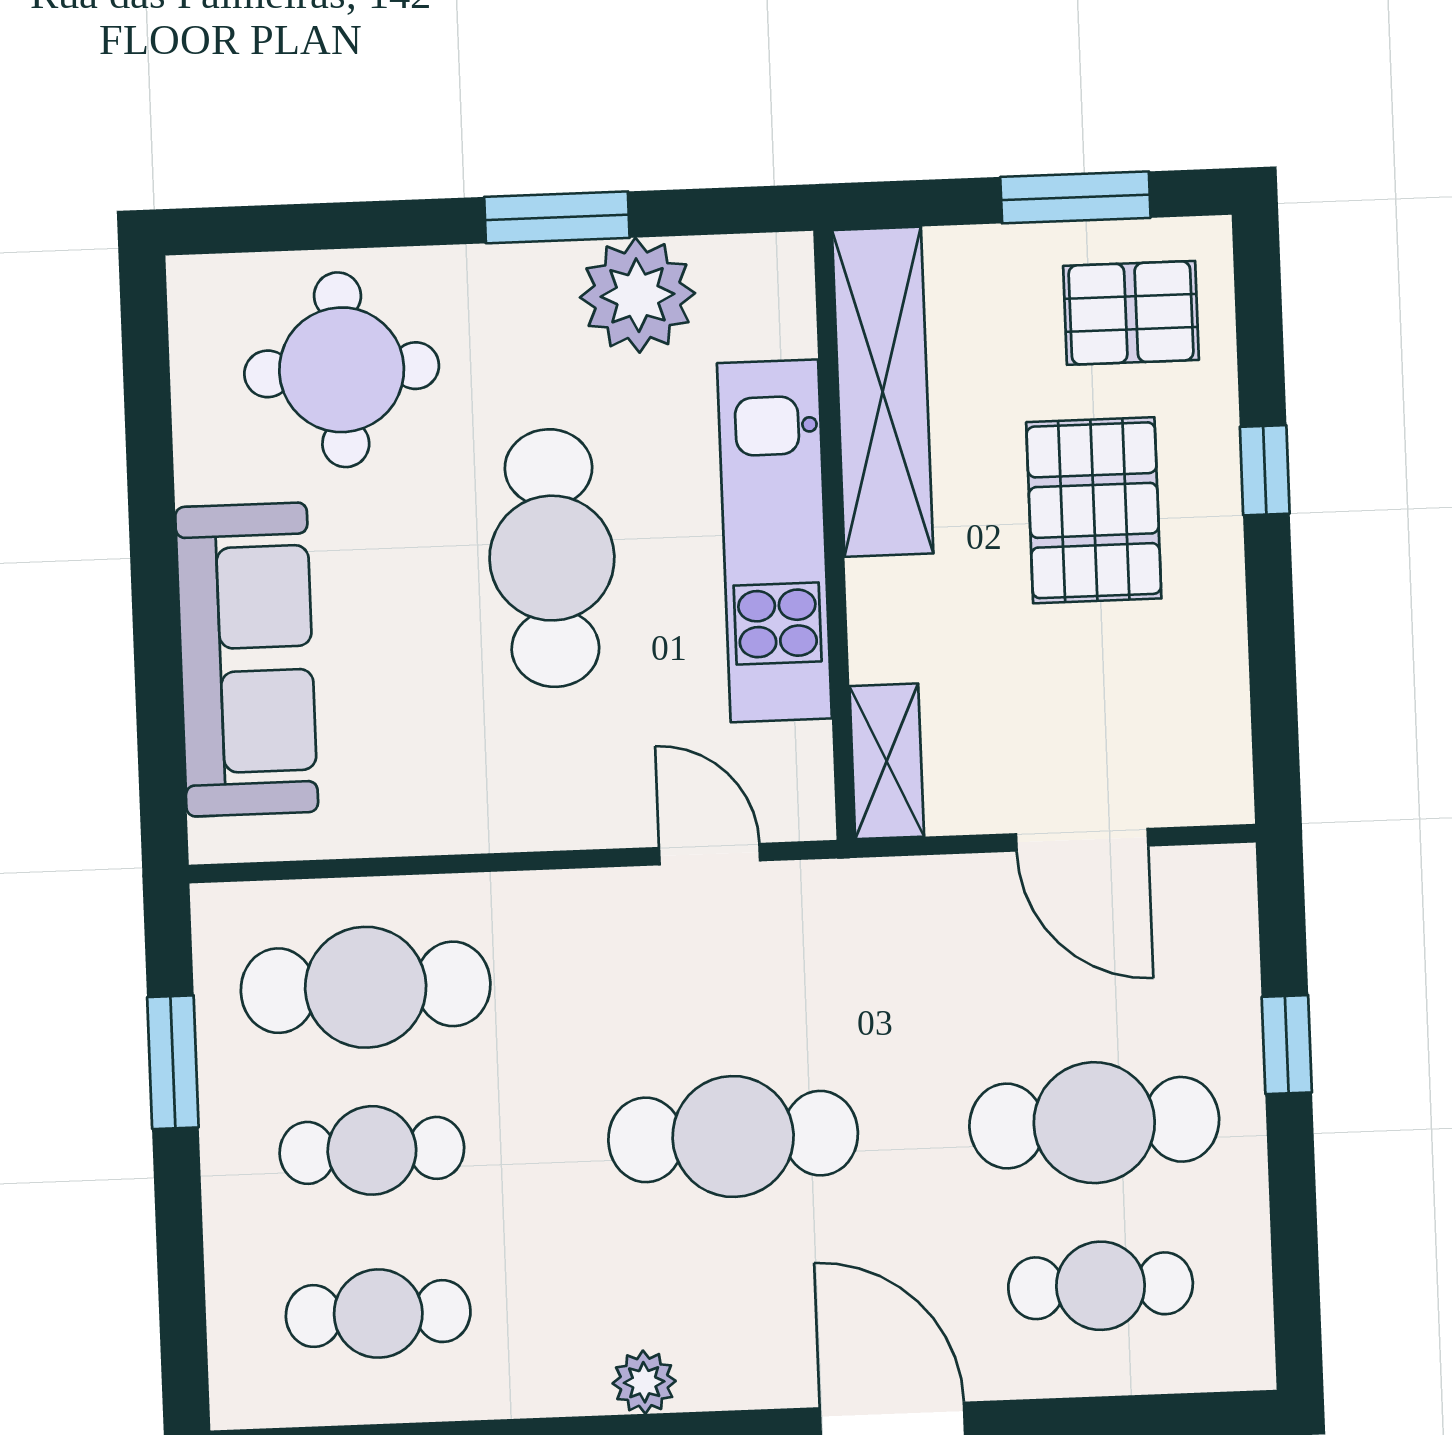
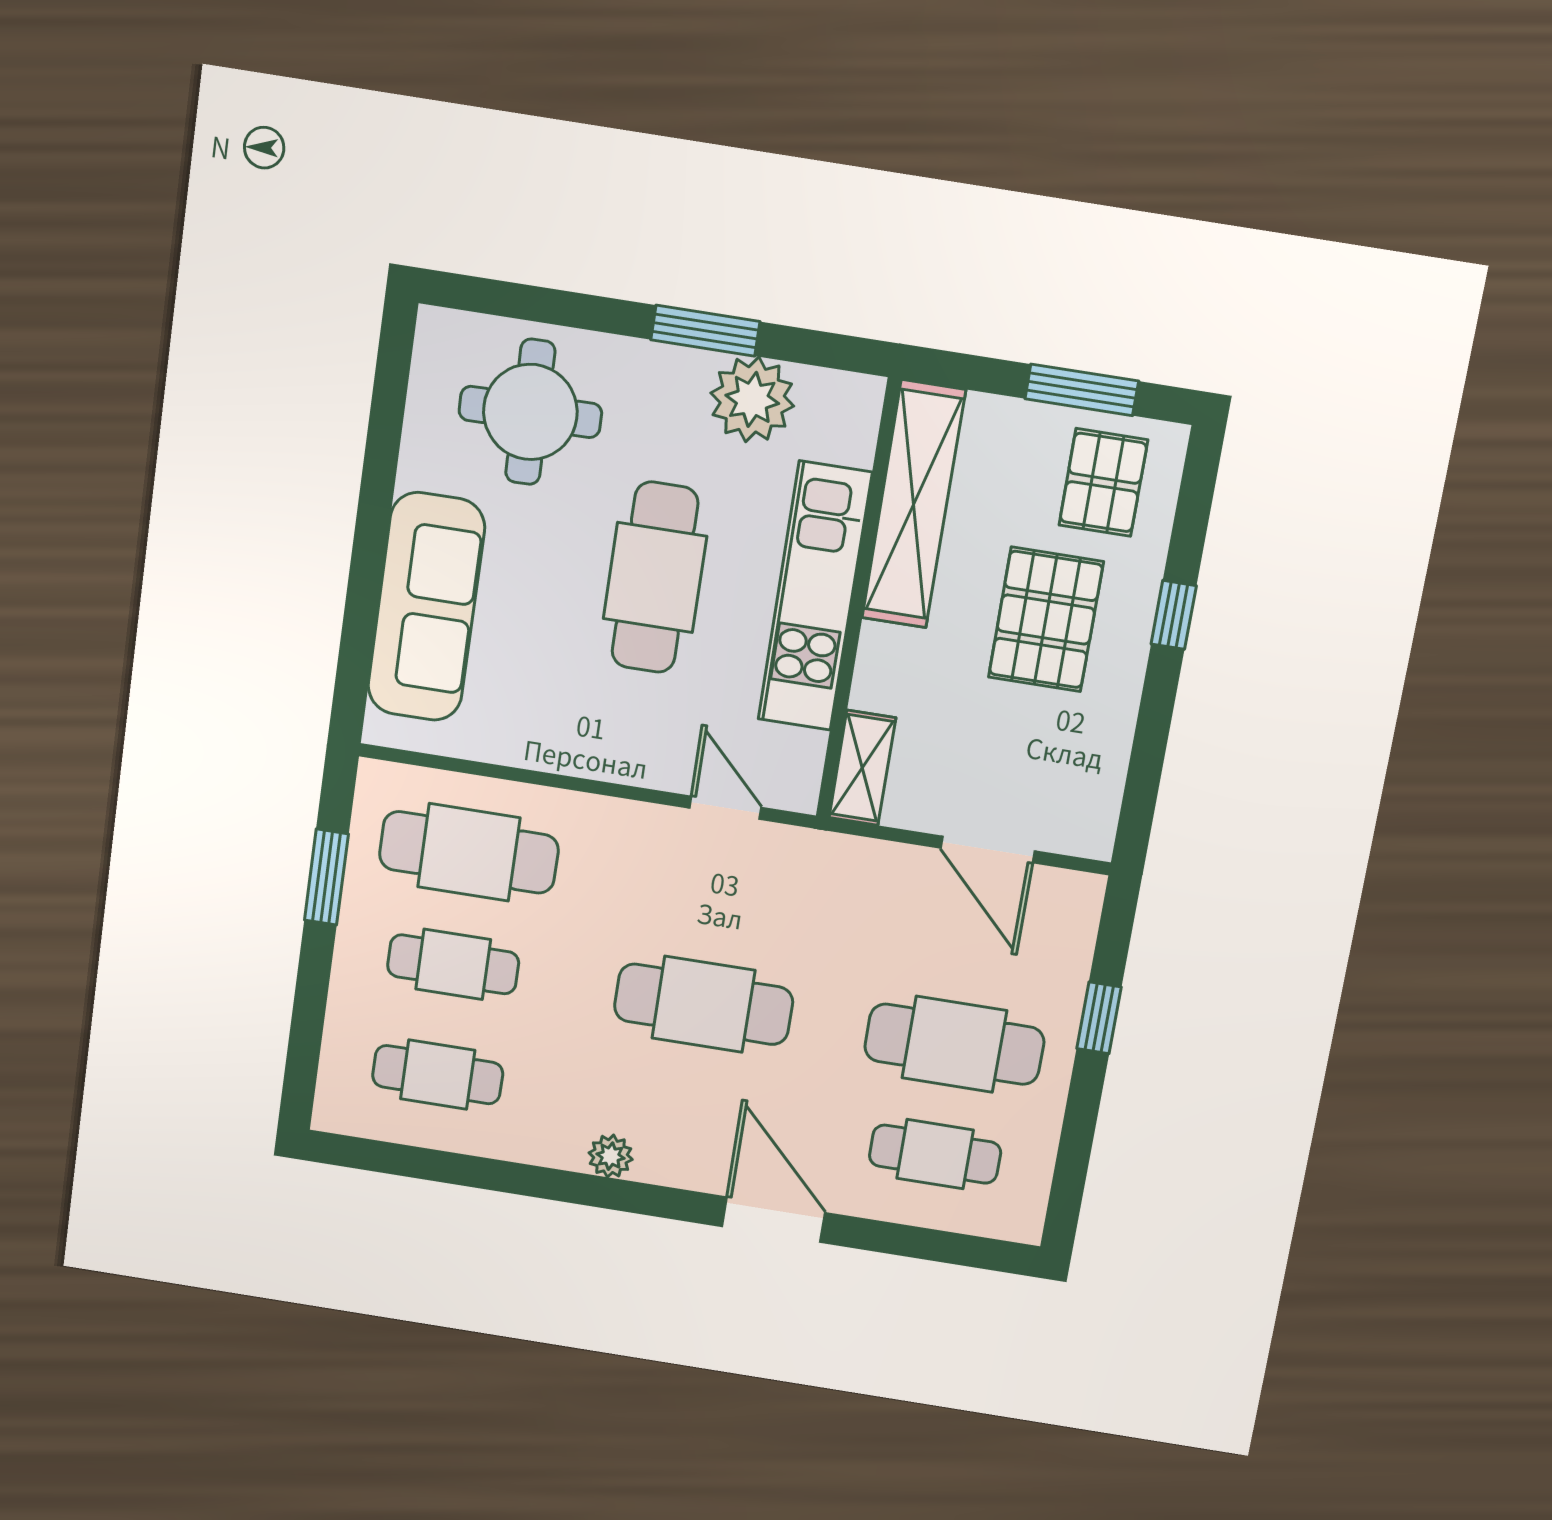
pallet: (1131, 313) -> (1103, 482), turned 90

